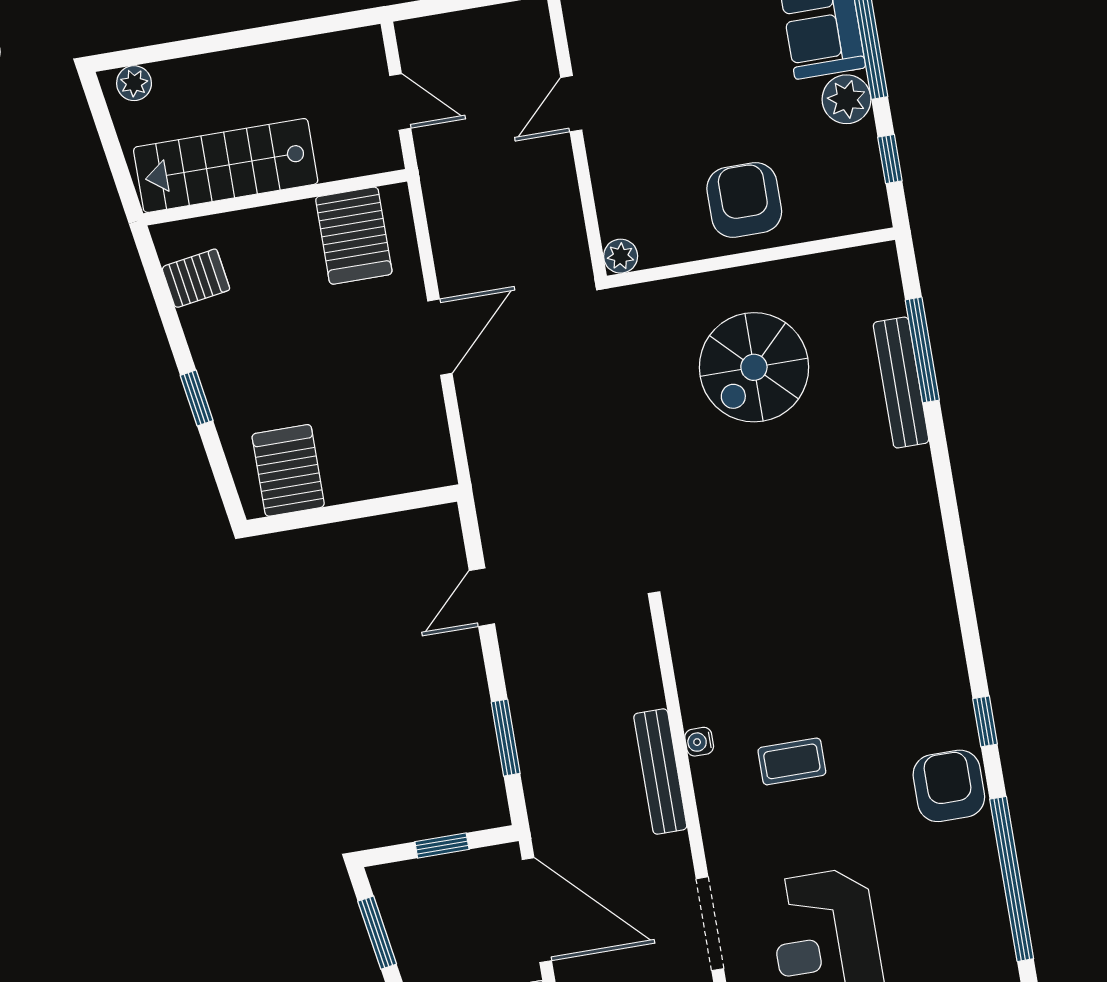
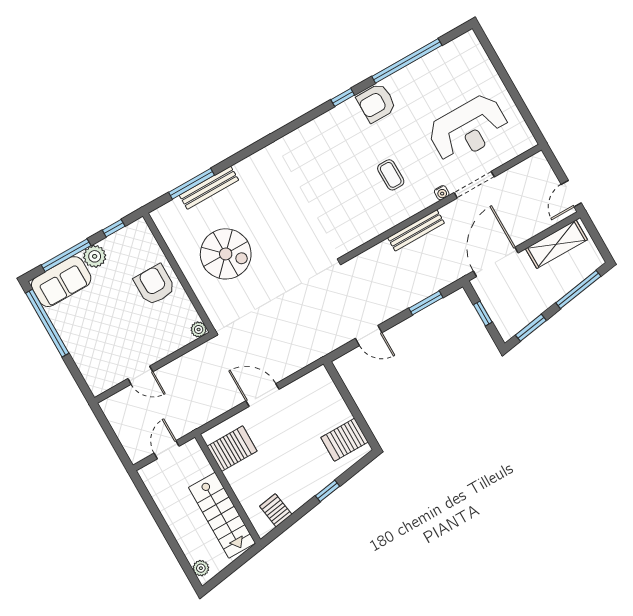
armchair: (744, 200) -> (155, 285), turned 90
water cooler: (699, 742) -> (442, 193), moved

